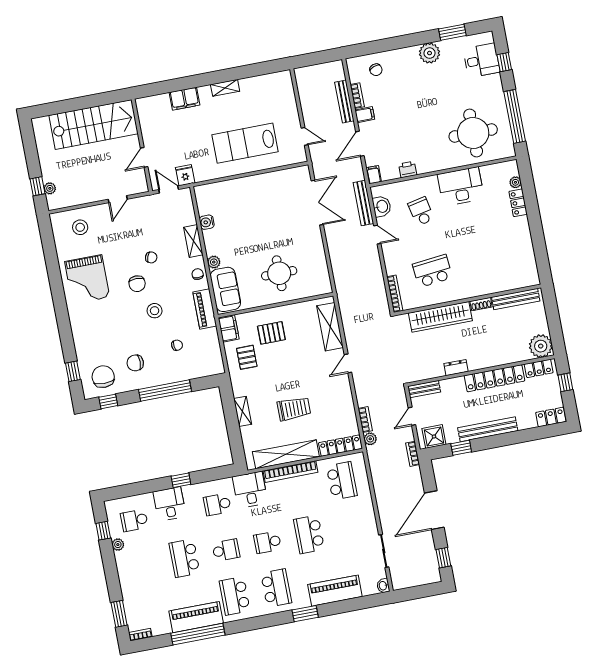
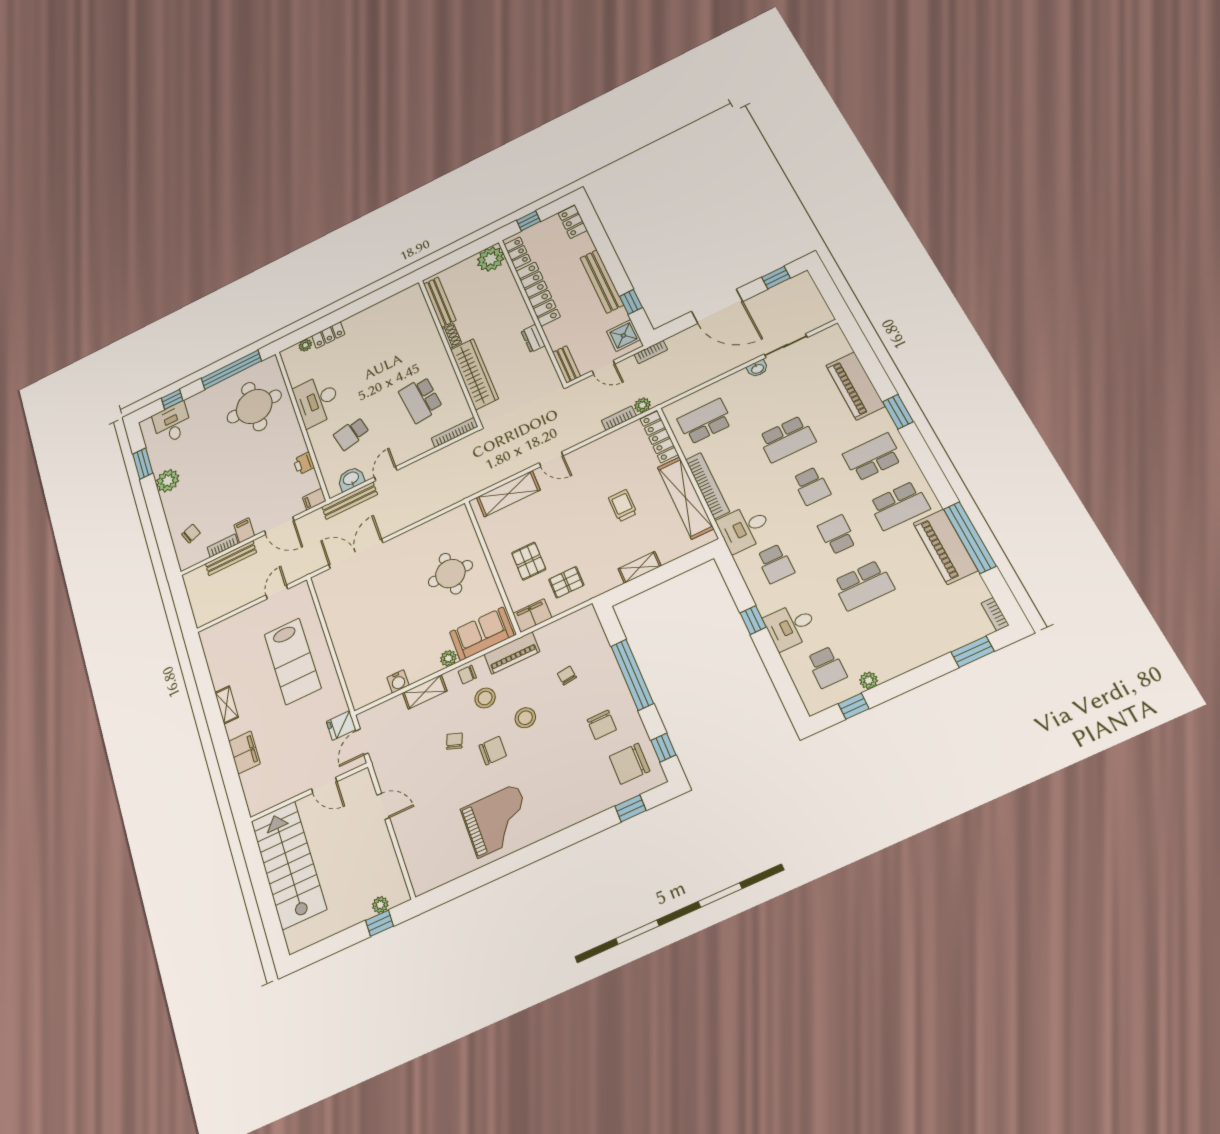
stool: (80, 227) -> (485, 698), moved
trolley: (294, 409) -> (623, 506), width x0.73, depth x0.72
washbasin: (383, 586) -> (757, 369), moved

